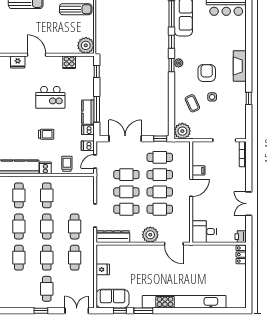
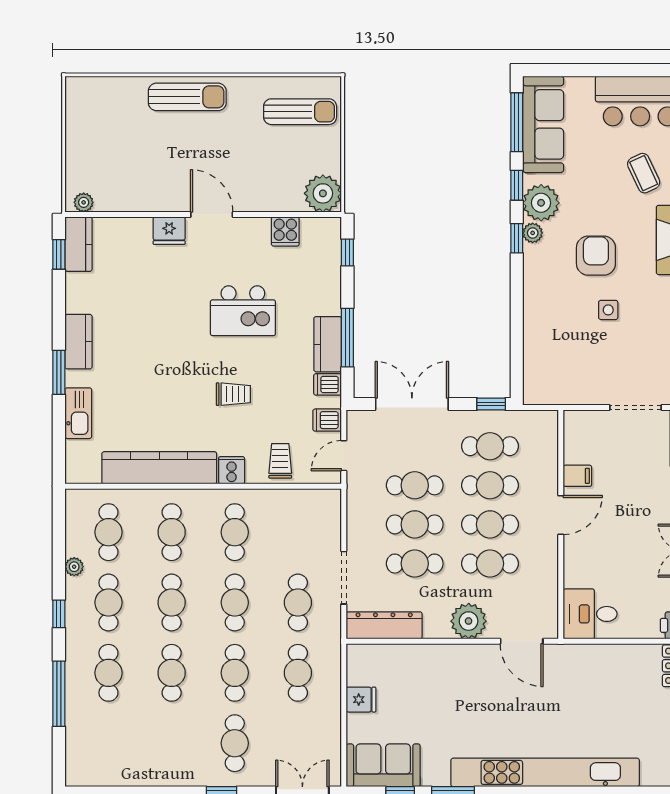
coffee table: (192, 103) -> (644, 173), moved
plant: (182, 131) -> (541, 203), moved

